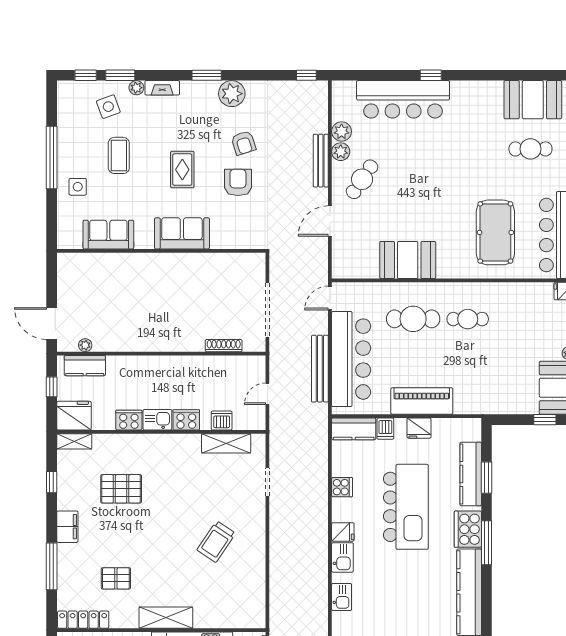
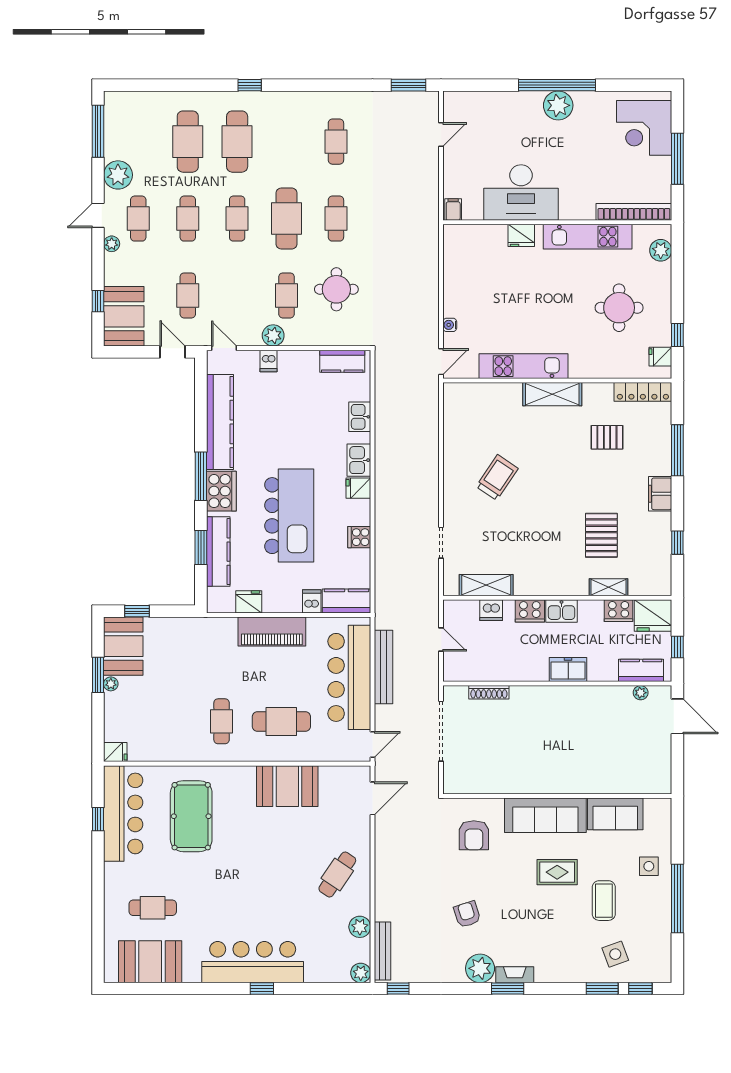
plant: (136, 88) -> (585, 975), removed
fireplace: (162, 88) -> (515, 975), moved
bar counter: (403, 99) -> (253, 962), moved
plant: (341, 152) -> (361, 973), moved
bench: (321, 161) -> (382, 951), moved
rug: (182, 170) -> (557, 872), moved, turned 90
armchair: (238, 182) -> (474, 835), moved
door: (330, 221) -> (372, 798), moved
sofa: (182, 233) -> (545, 815), width x1.36
cafe table: (468, 319) -> (222, 721), turned 90
freezer: (151, 366) -> (568, 670), added
door: (267, 394) -> (441, 639), hinge flipped
cooker: (129, 420) -> (619, 611), moved
fridge: (419, 428) -> (249, 602), moved
shelving: (74, 441) -> (608, 587), moved
pallet: (121, 489) -> (601, 535), turned 90
kitchen island: (406, 507) -> (289, 516), turned 180

